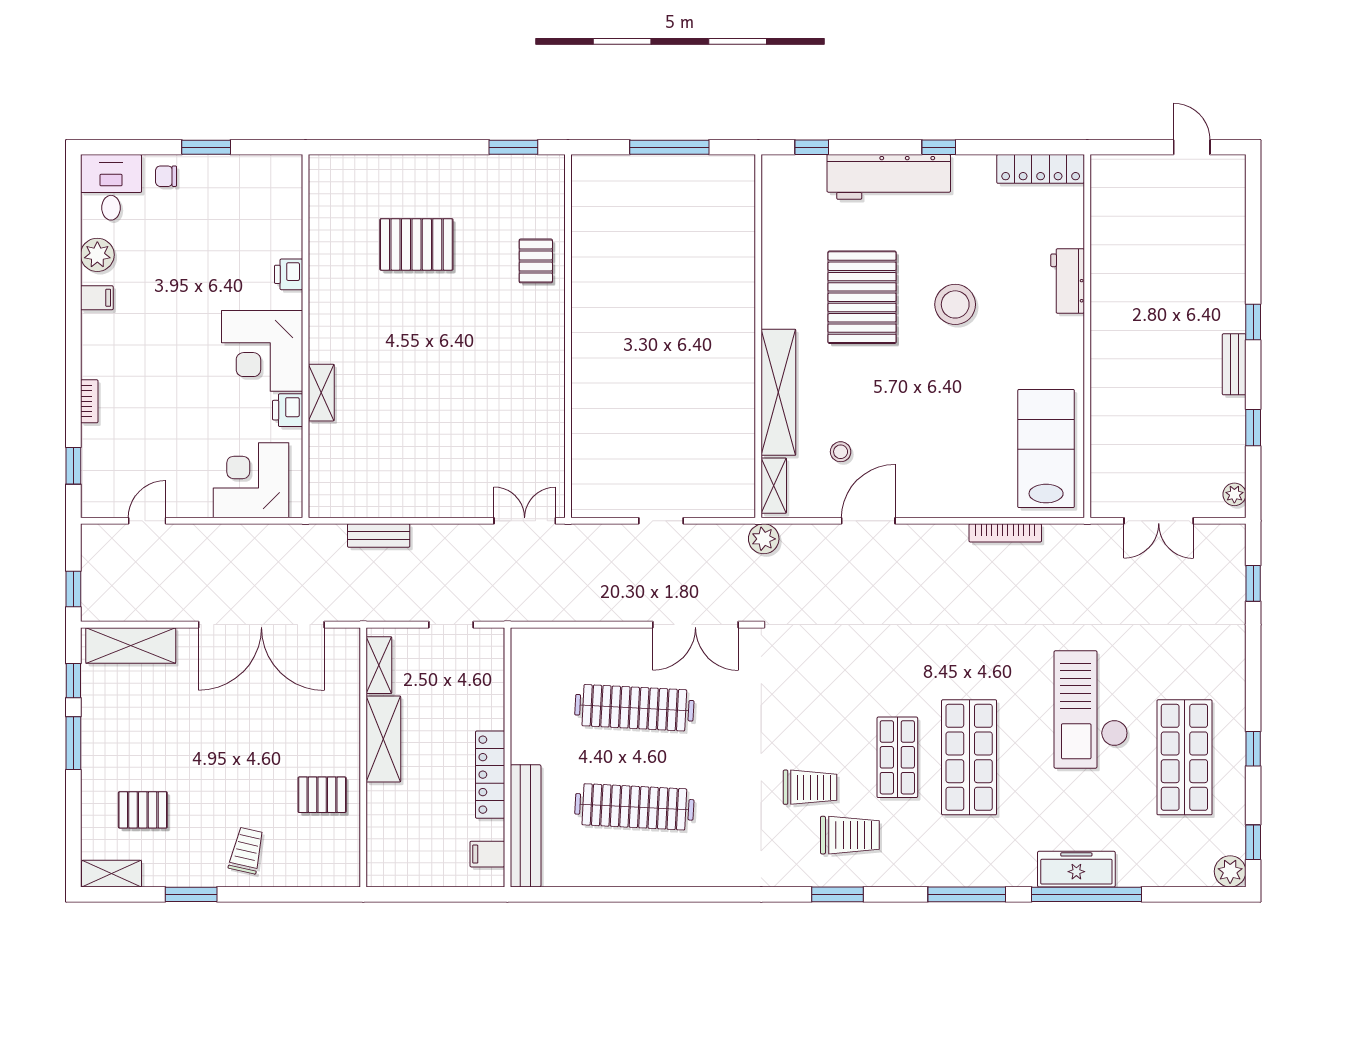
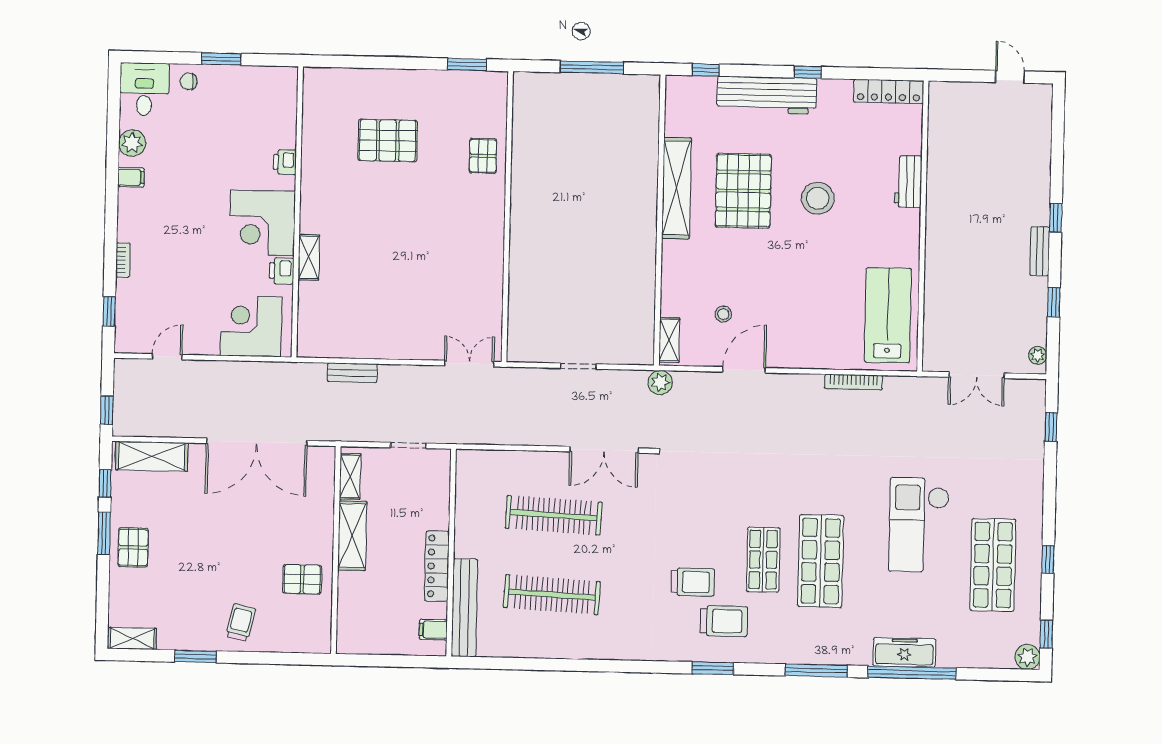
shelving: (778, 392) -> (676, 188), moved
pallet: (143, 810) -> (133, 547), moved, turned 90

